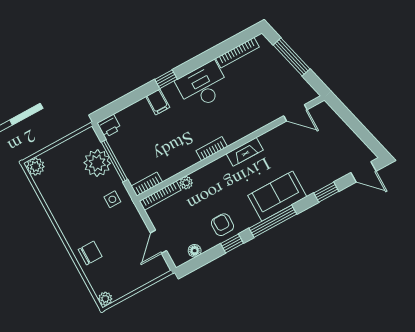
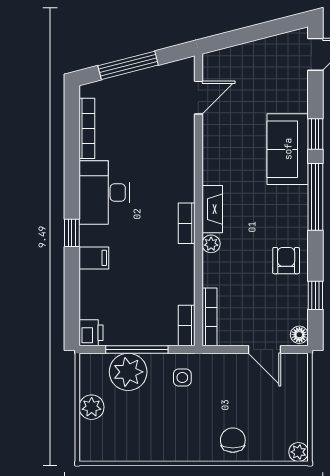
fireplace: (245, 152) -> (212, 209), moved
plant: (35, 167) -> (92, 407), moved
plant: (186, 183) -> (211, 244), moved
window: (326, 192) -> (315, 134), moved
sofa: (277, 196) -> (288, 149), moved
armchair: (222, 225) -> (286, 261), turned 90
window: (232, 243) -> (315, 295), moved
floor lamp: (195, 251) -> (299, 335), moved

